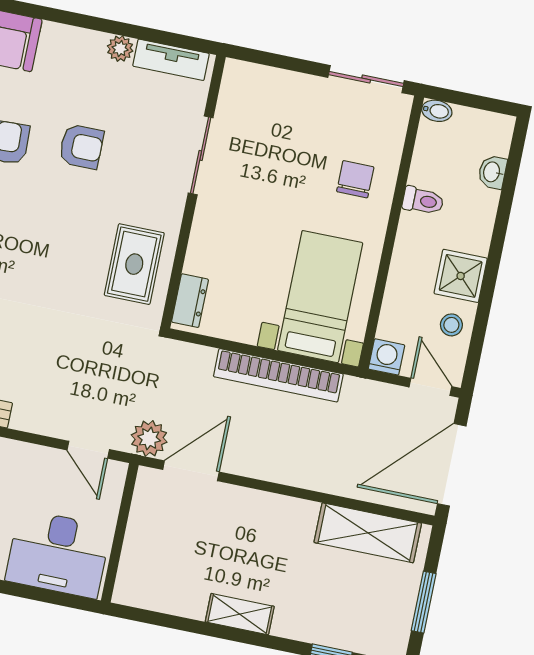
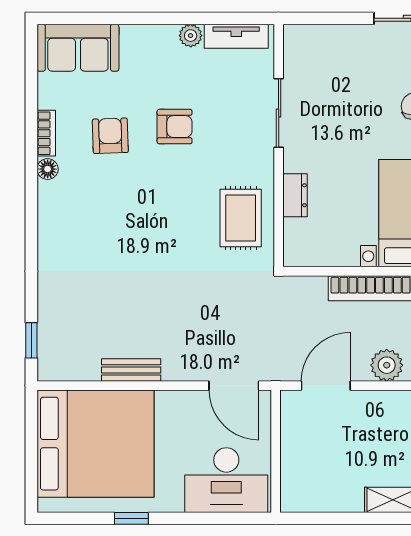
dresser: (190, 301) -> (295, 195), moved
plant: (149, 438) -> (387, 365), moved
door: (88, 450) -> (234, 386), width x1.38

